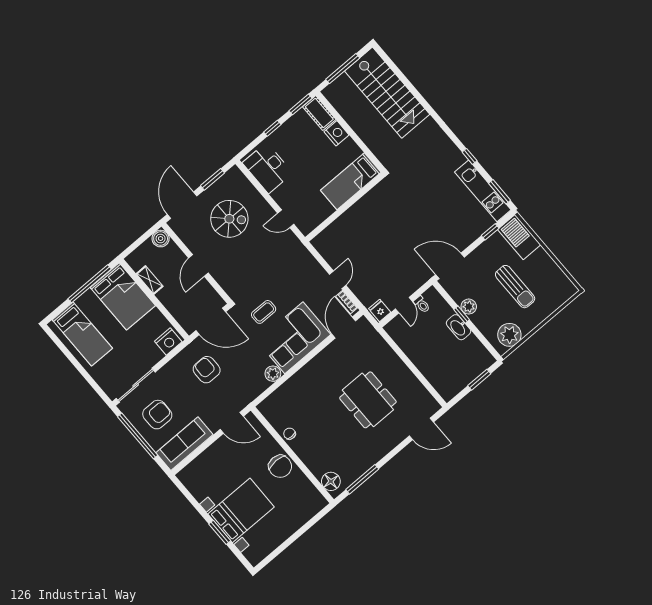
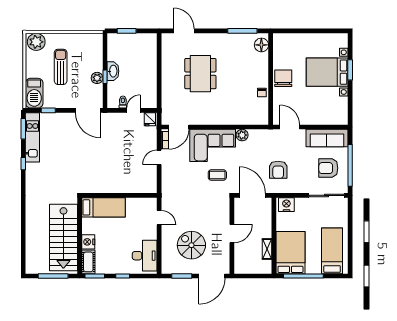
stairs: (387, 93) -> (63, 238), moved, turned 180
boiler: (161, 239) -> (241, 267), removed
plant: (509, 335) -> (36, 42), moved

